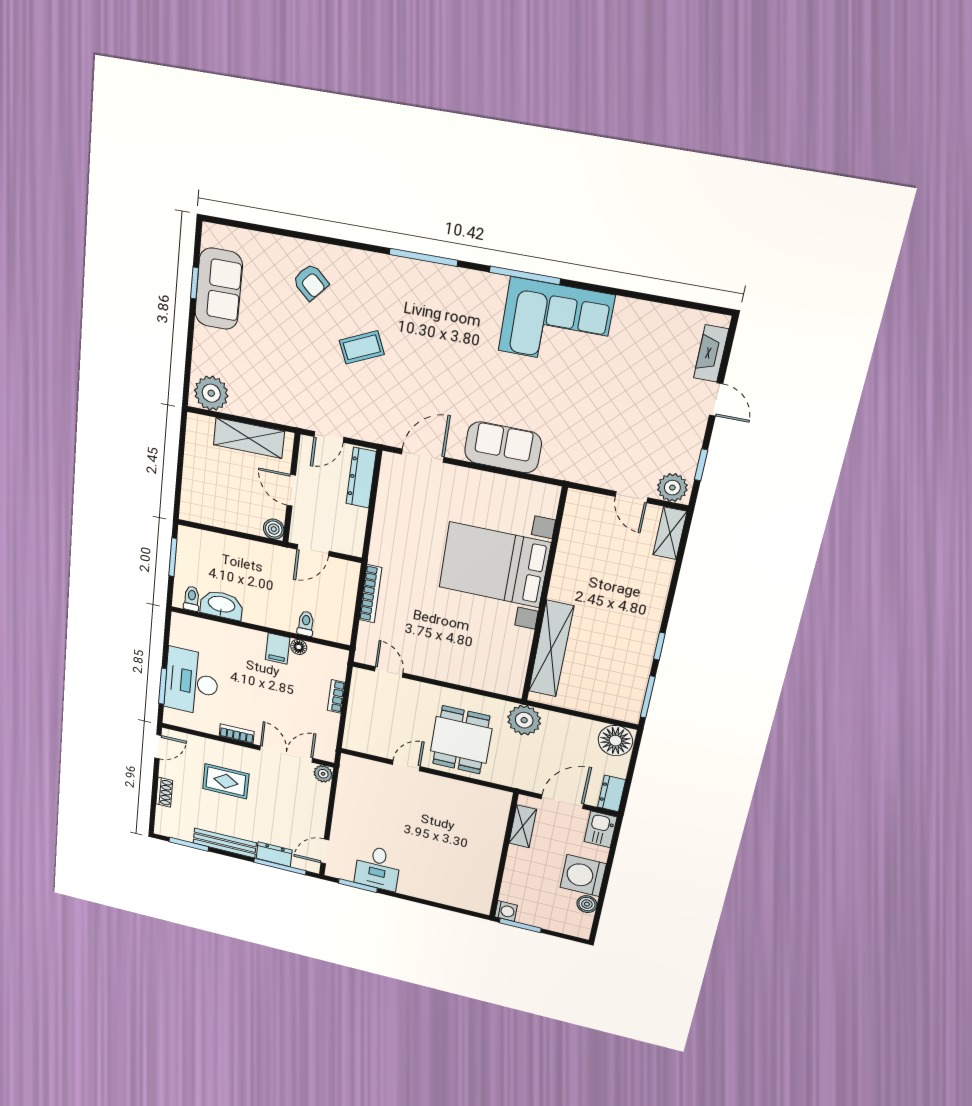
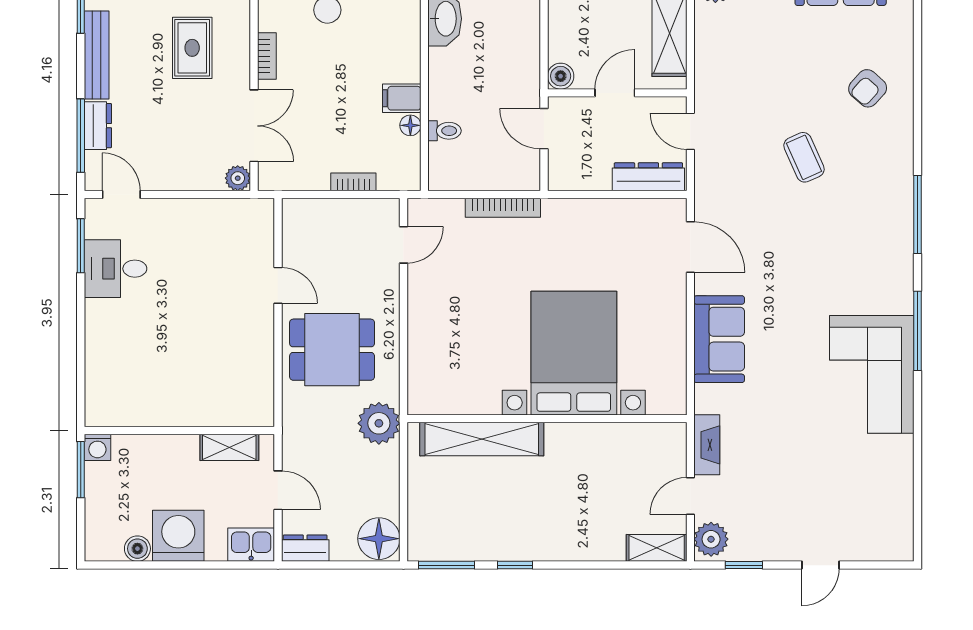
fireplace: (711, 353) -> (707, 445), moved, turned 90
door: (562, 802) -> (278, 490), width x0.73

